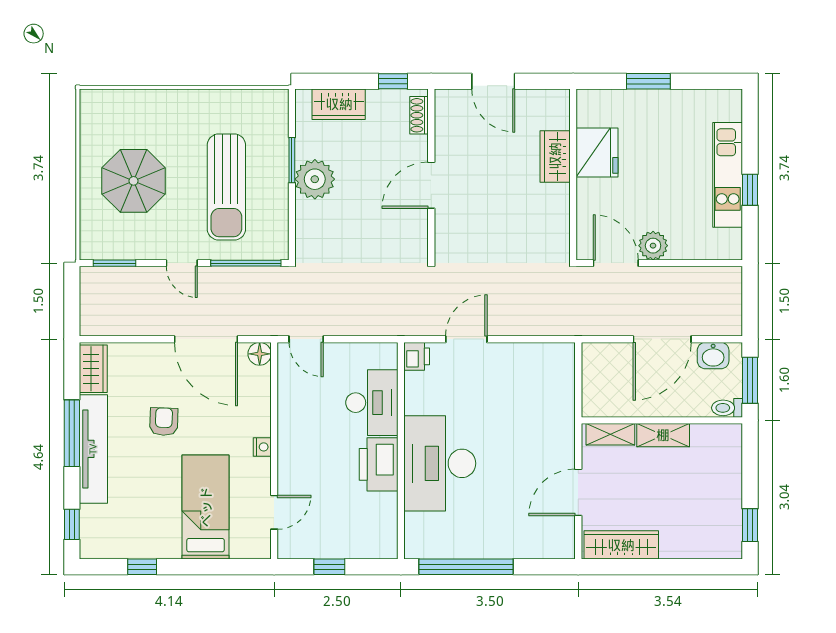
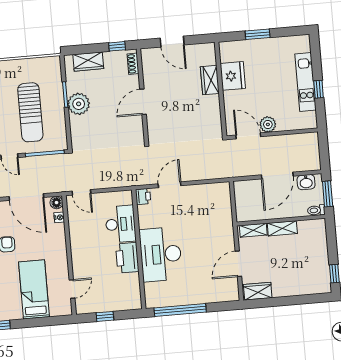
nightstand: (262, 447) -> (59, 217), moved
wardrobe: (621, 545) -> (258, 291), width x0.67

